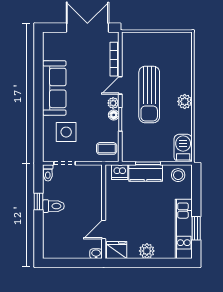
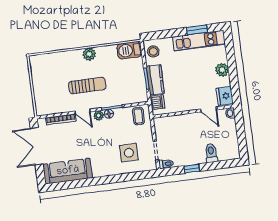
sofa: (54, 88) -> (68, 171), moved
sun lounger: (149, 94) -> (87, 86), width x0.73, depth x0.75
toilet: (53, 206) -> (211, 153), moved

